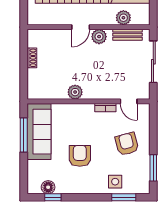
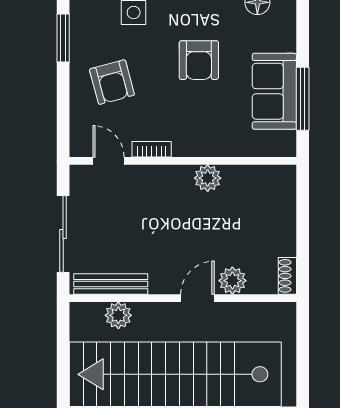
bench: (128, 35) -> (111, 284), width x1.36
plant: (99, 37) -> (232, 281), moved
shoe rack: (32, 58) -> (287, 276), moved
sofa: (39, 132) -> (274, 91), width x0.73

